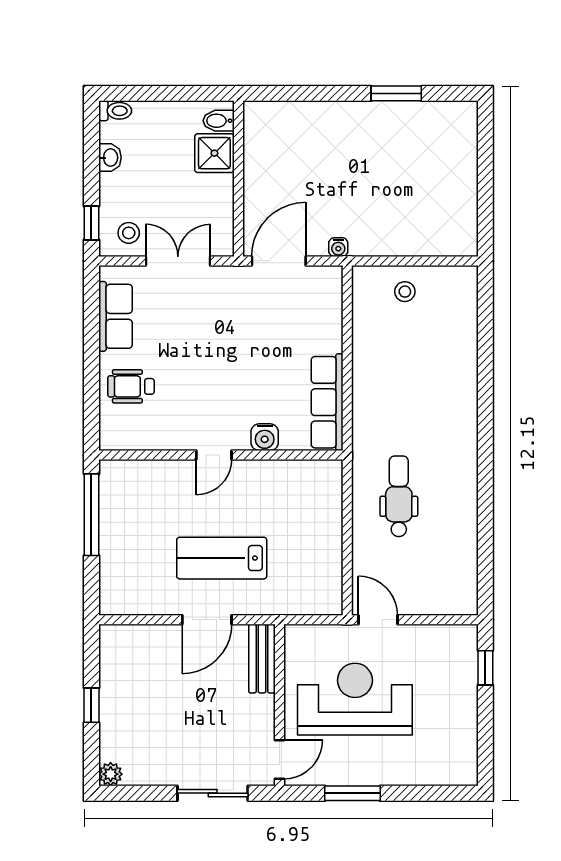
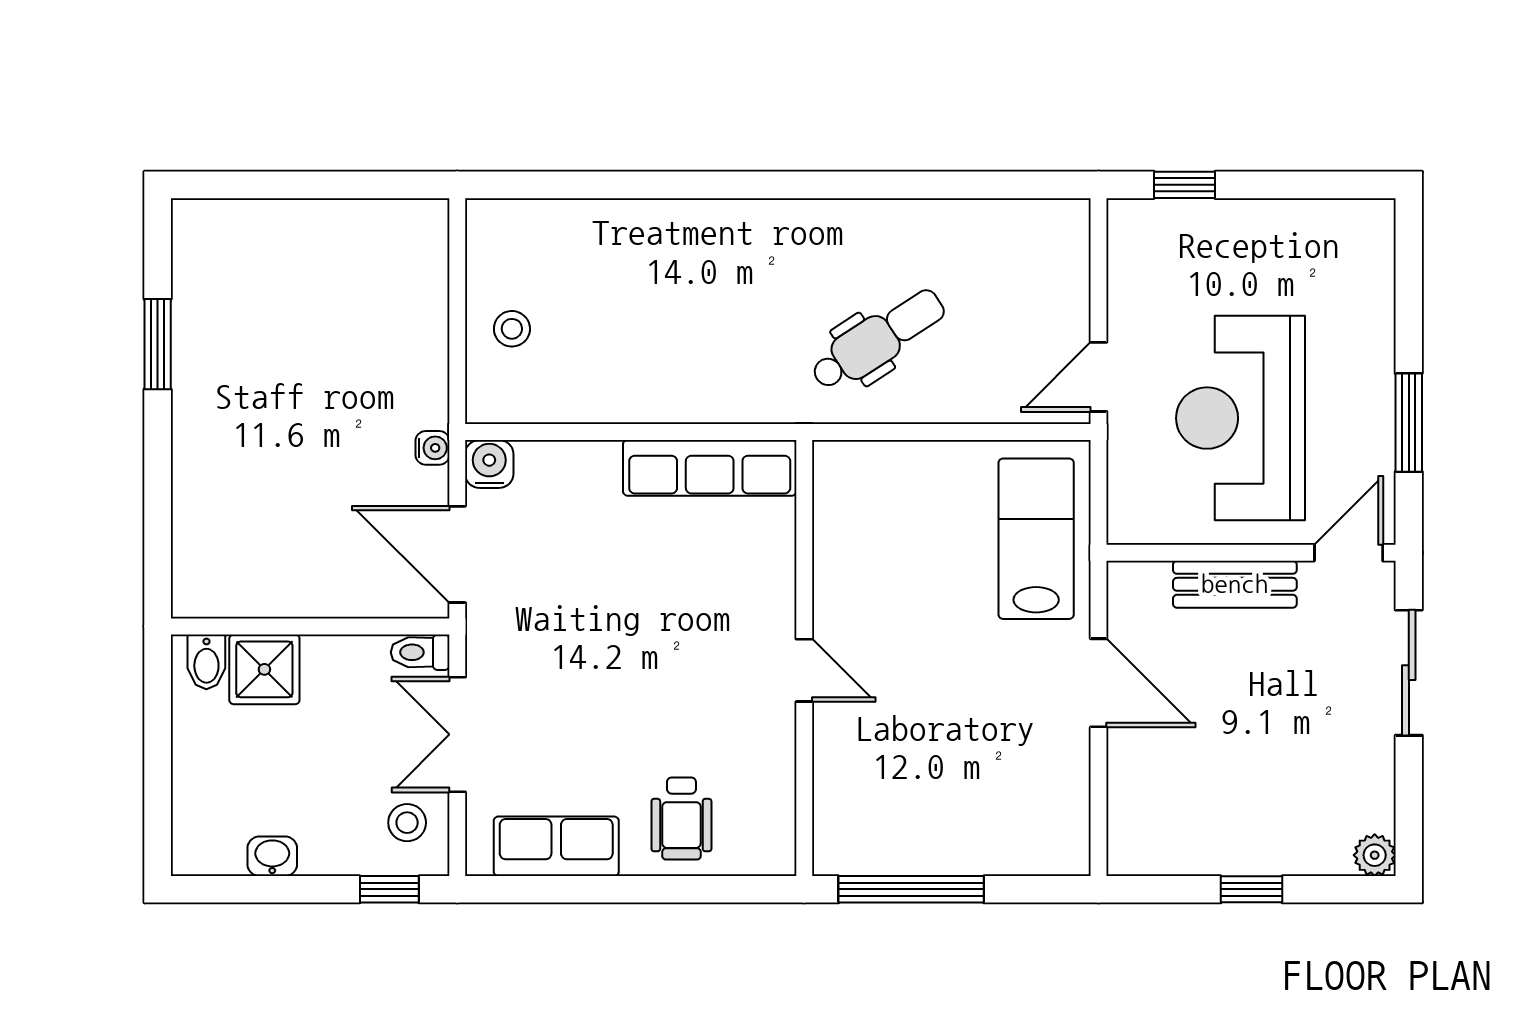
toilet: (115, 111) -> (420, 652), moved, turned -90
water cooler: (265, 437) -> (489, 464), moved, turned -90
dental chair: (399, 496) -> (878, 340), turned 147
lab bench: (222, 558) -> (1036, 539), moved, turned 180
bench: (262, 659) -> (1235, 584), moved
door: (280, 759) -> (1349, 553), hinge flipped

